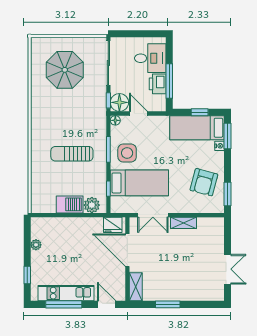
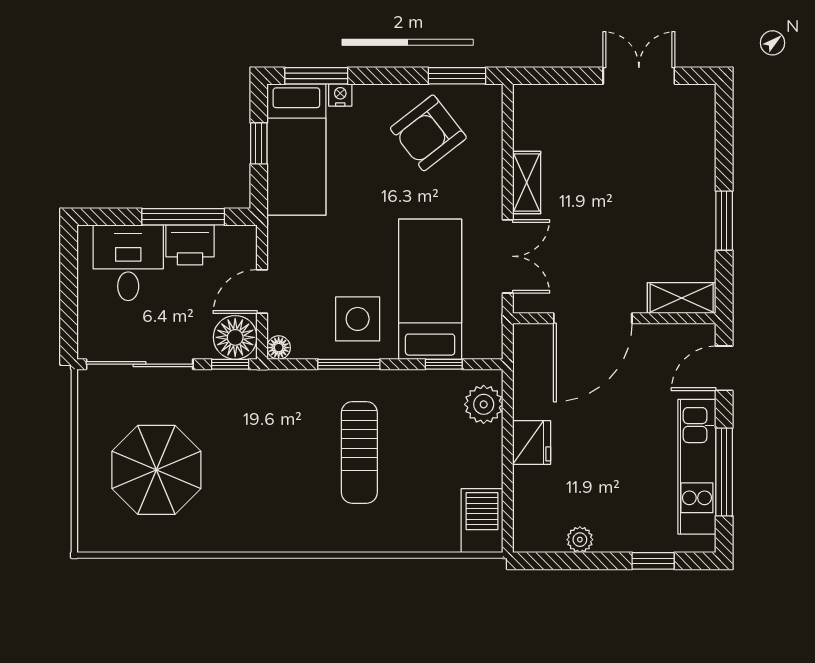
armchair: (204, 182) -> (428, 133), turned 127
barbecue: (70, 204) -> (482, 521), moved
fridge: (113, 225) -> (532, 443), moved

